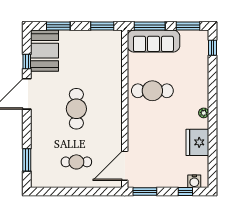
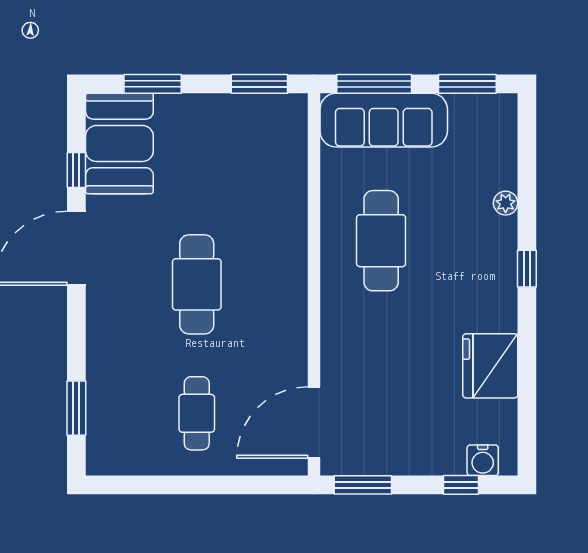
window: (213, 48) -> (527, 269), moved
cafe table: (152, 91) -> (381, 241), turned 90
plant: (204, 113) -> (506, 203), moved
cafe table: (76, 162) -> (197, 413), turned 90

